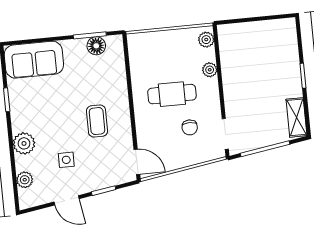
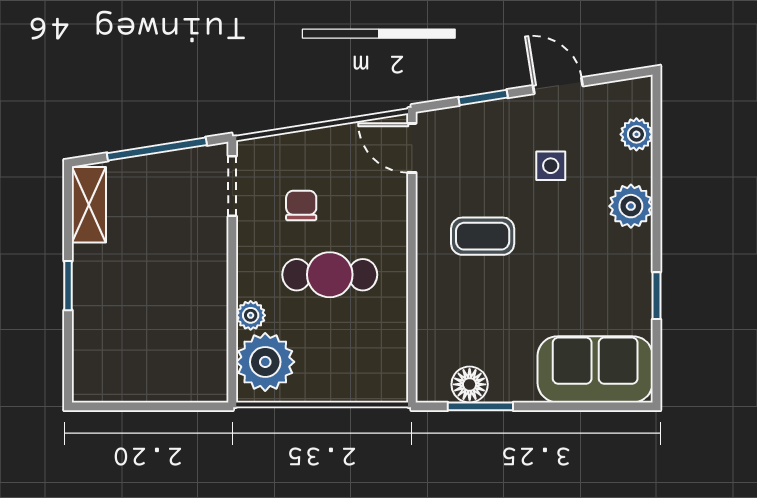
plant: (206, 40) -> (265, 362), width x1.87, depth x1.87
coffee table: (97, 121) -> (483, 236), turned 90

